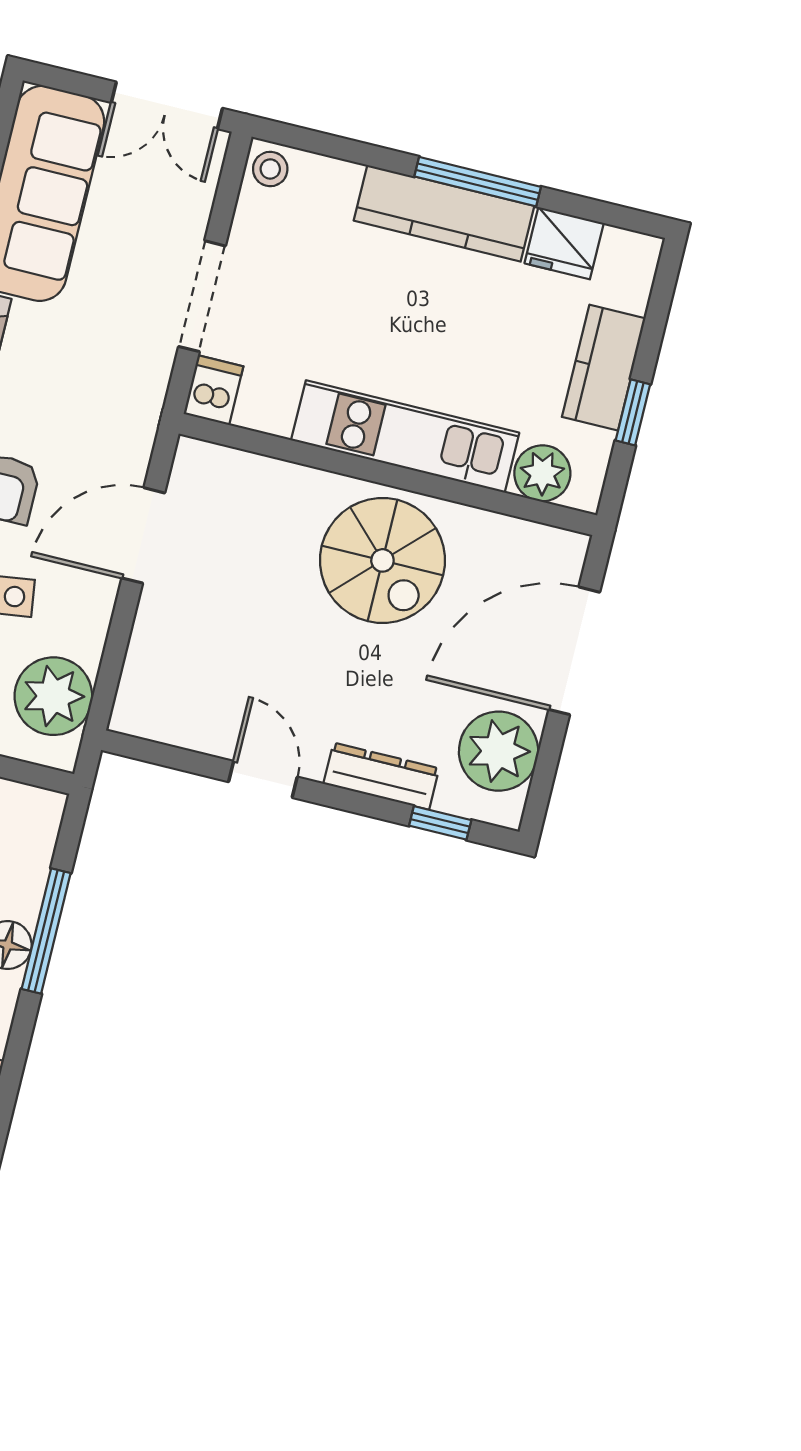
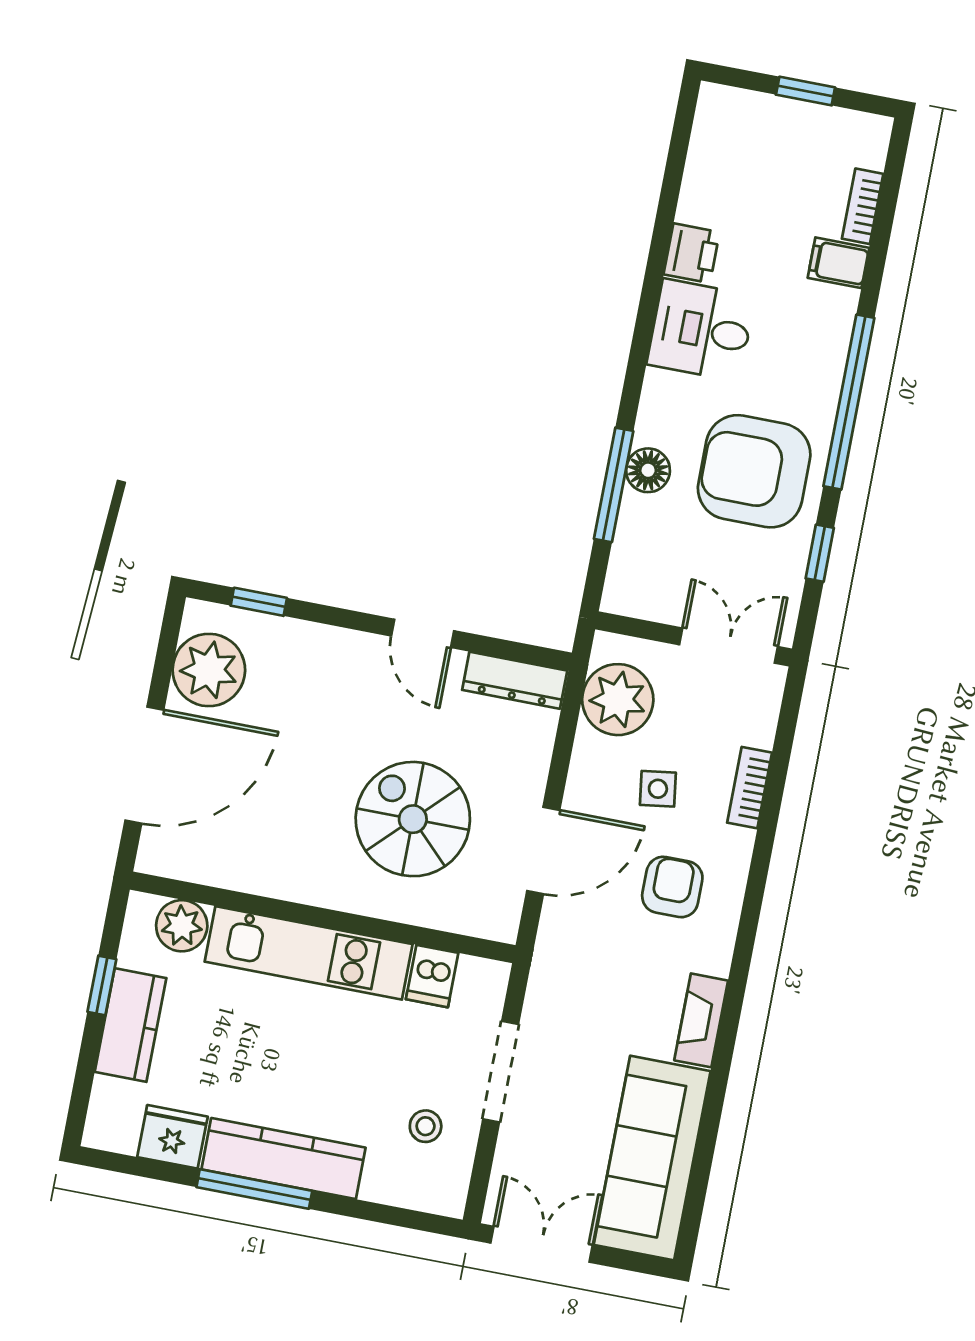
stool: (270, 169) -> (426, 1126), moved
dishwasher: (213, 390) -> (432, 976), moved
spiral stairs: (382, 560) -> (413, 819), moved
dresser: (381, 776) -> (515, 680), moved

